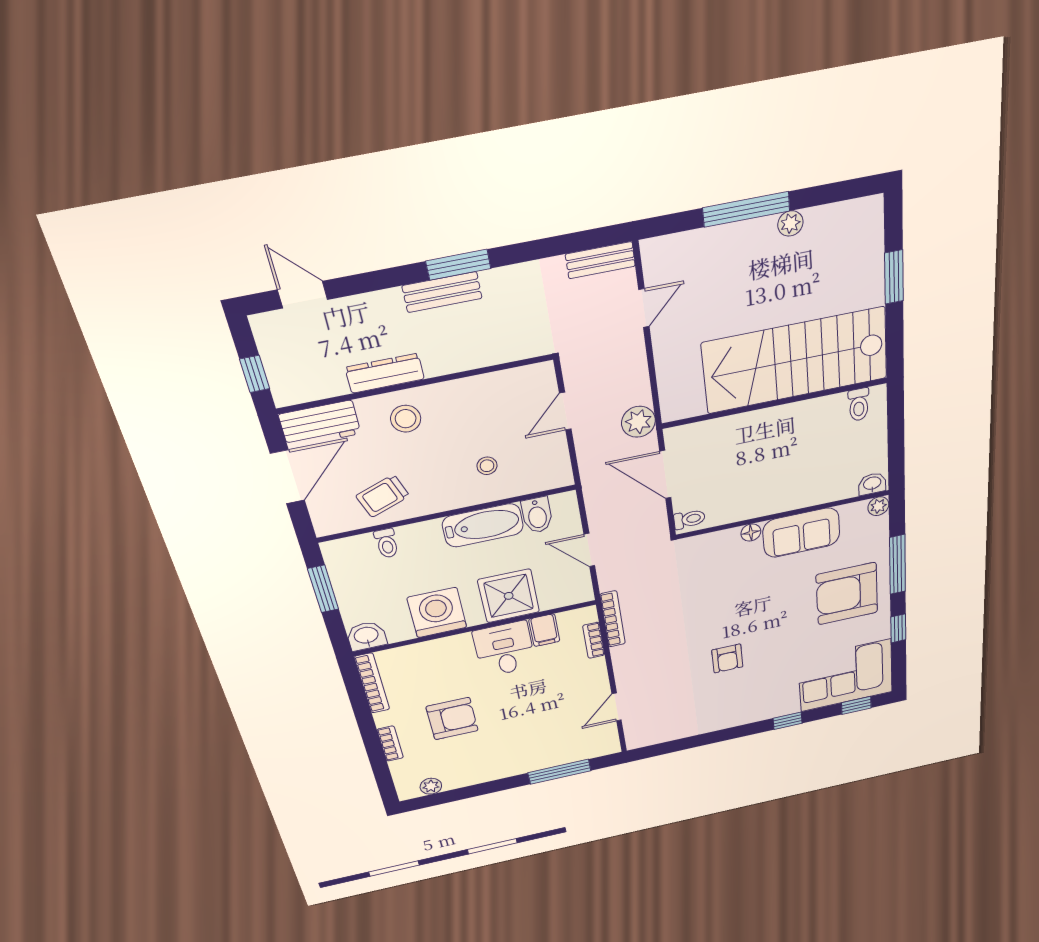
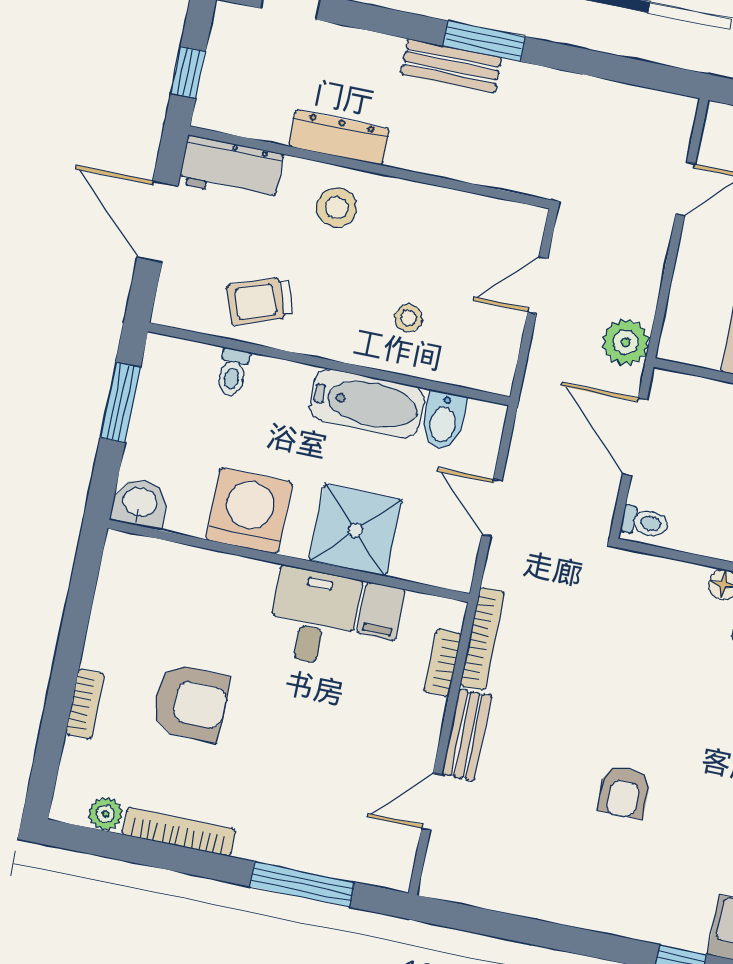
bench: (600, 260) -> (467, 735), moved, turned 90
door: (287, 477) -> (157, 222), swing flipped
bookcase: (372, 683) -> (179, 832), moved, turned -90

